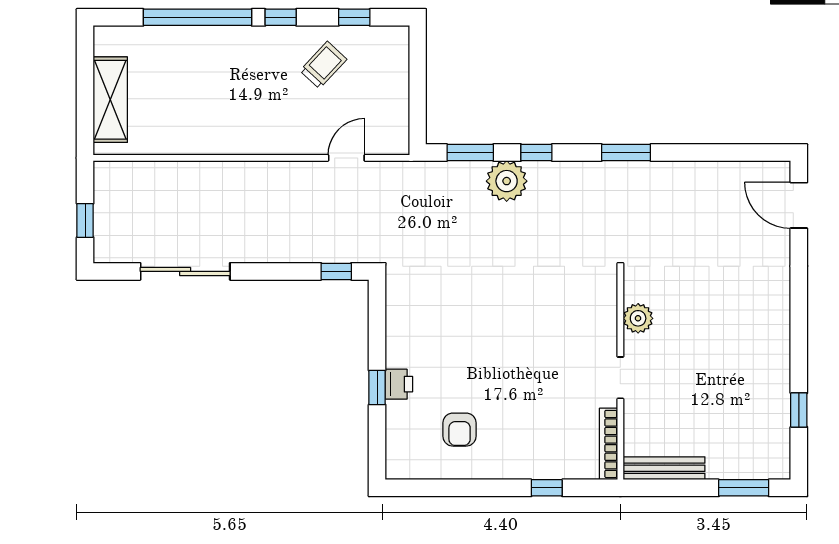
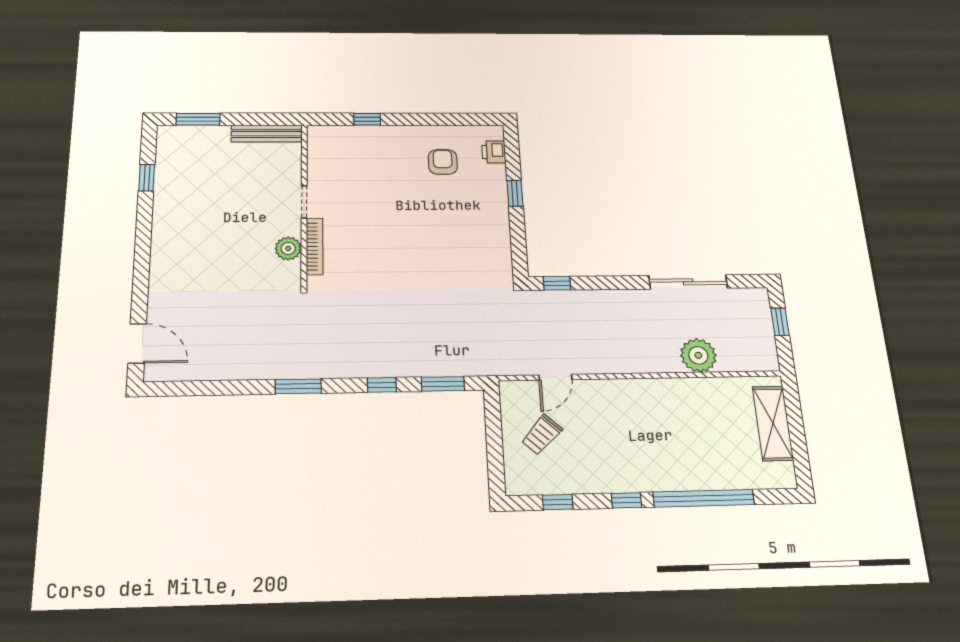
trolley: (323, 65) -> (542, 435), moved
plant: (507, 181) -> (698, 355), moved
printer: (399, 384) -> (494, 152), moved
bookcase: (609, 444) -> (315, 246), moved

